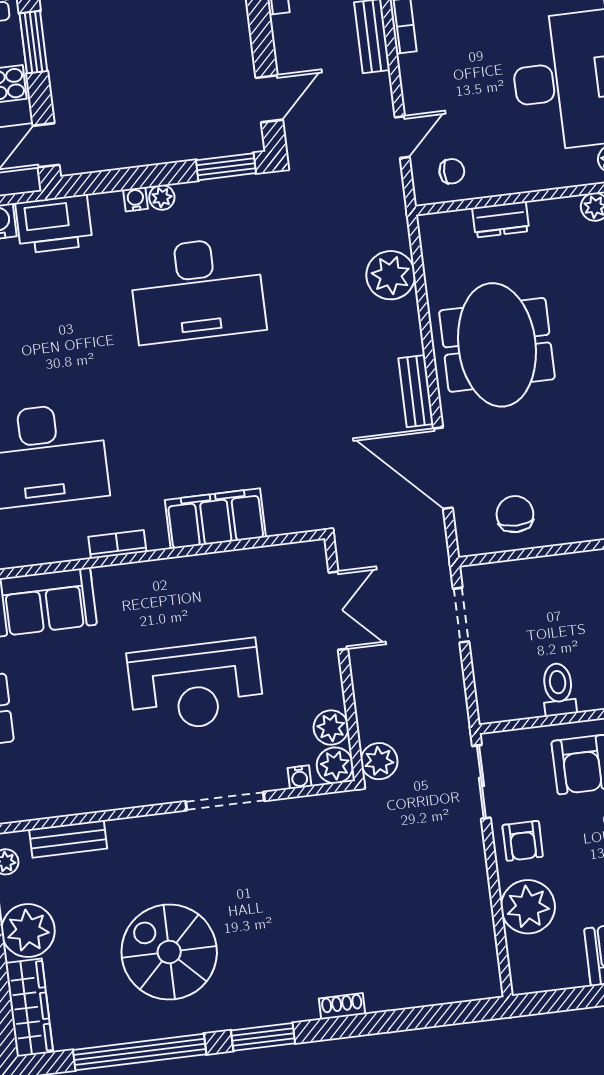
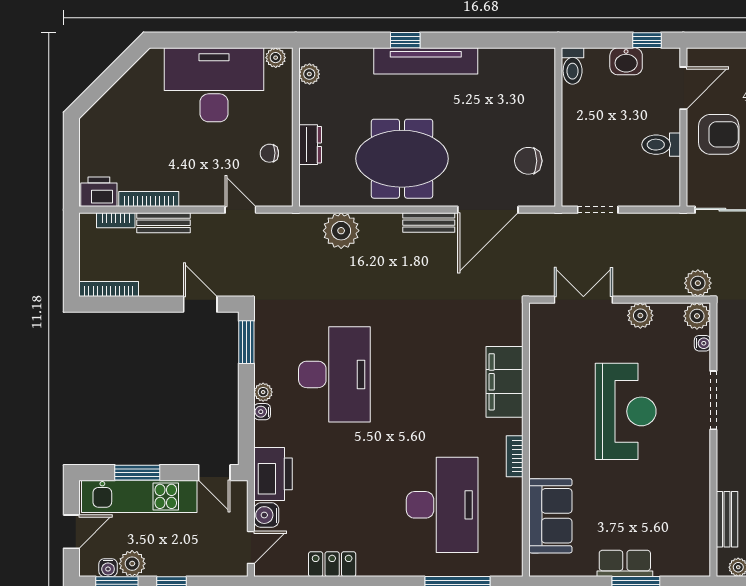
chair: (452, 171) -> (269, 153), moved, turned -90
plant: (331, 728) -> (640, 315), moved

